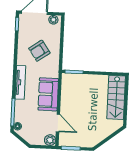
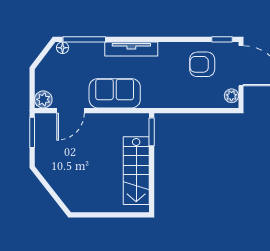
armchair: (39, 51) -> (202, 64), moved, turned -55
stairs: (116, 97) -> (136, 171), moved, turned -90

